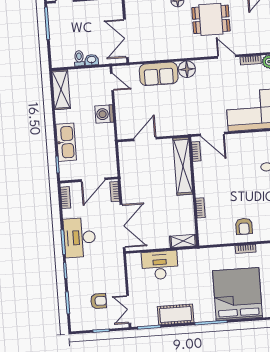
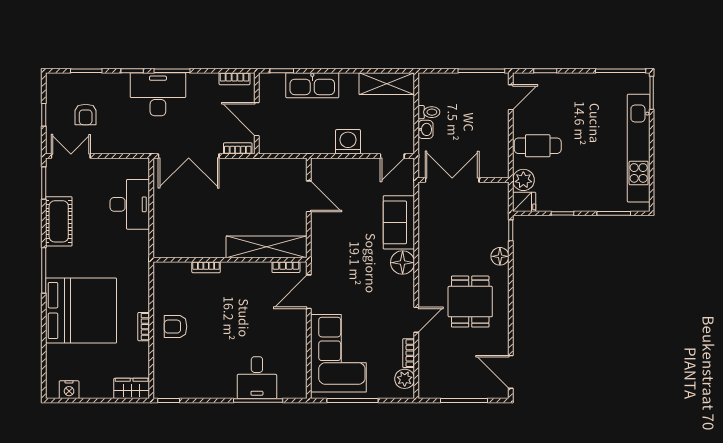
desk: (80, 238) -> (158, 94), moved
shelving: (183, 241) -> (161, 240), removed

